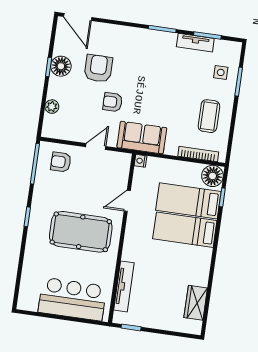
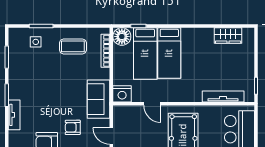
tv unit: (195, 43) -> (14, 115), moved
armchair: (113, 102) -> (73, 127), turned 90
nightstand: (140, 161) -> (122, 94), width x1.89, depth x1.79

